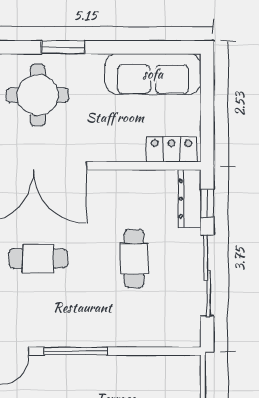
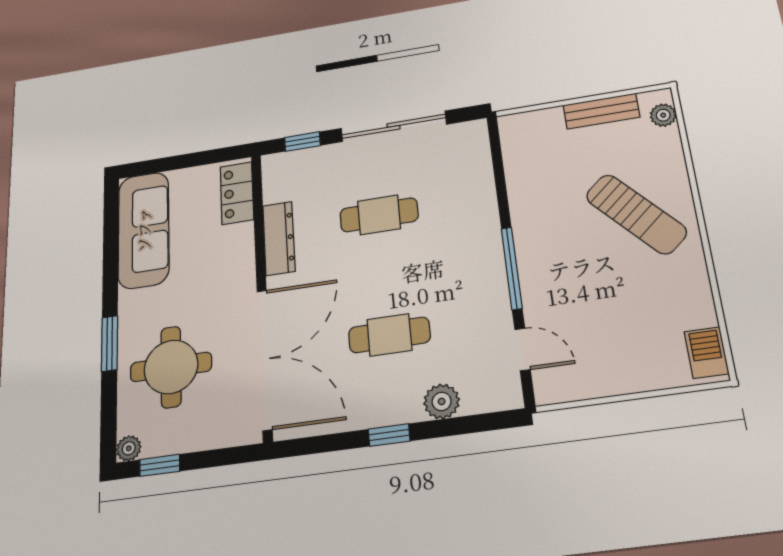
dresser: (190, 199) -> (279, 238), moved, turned -90
cafe table: (38, 258) -> (389, 335), turned 90

